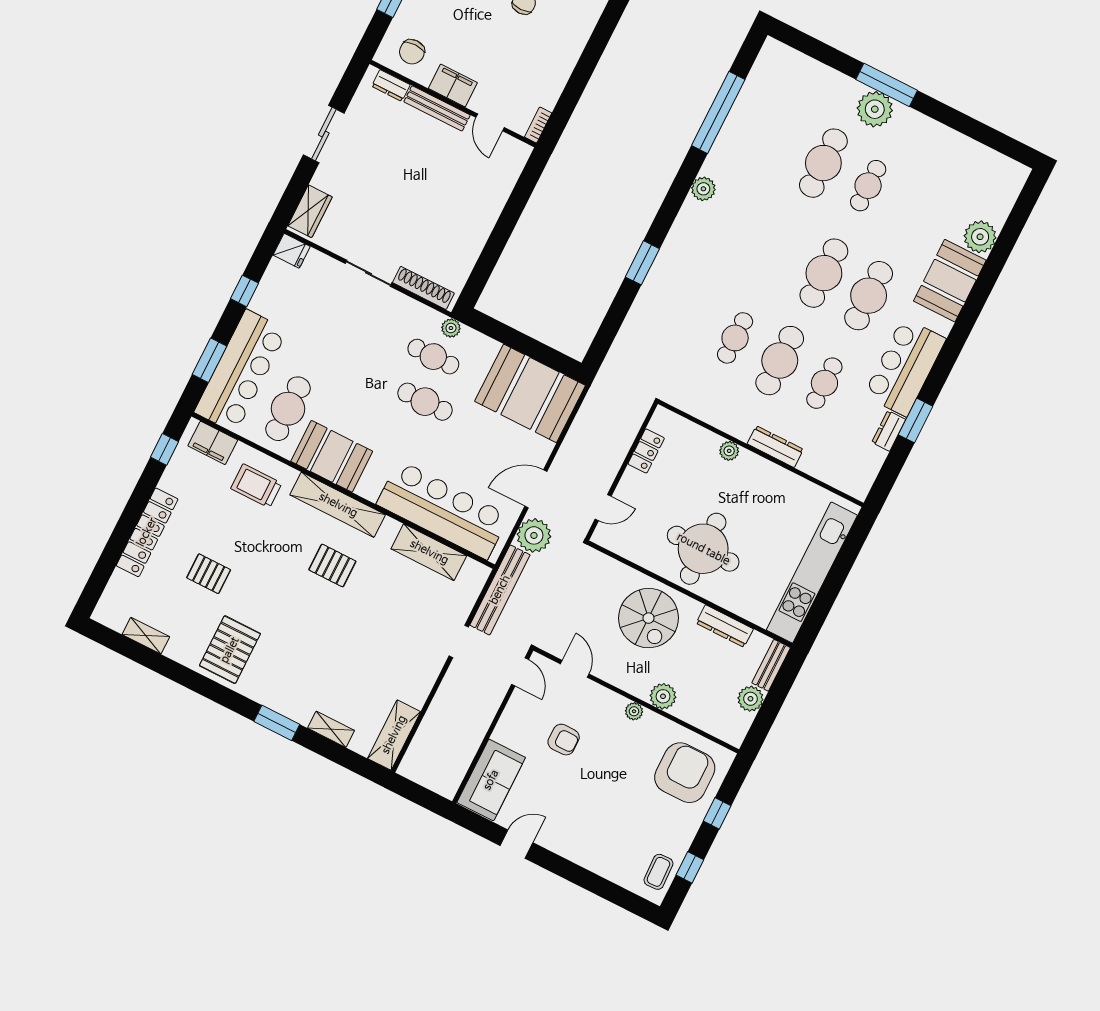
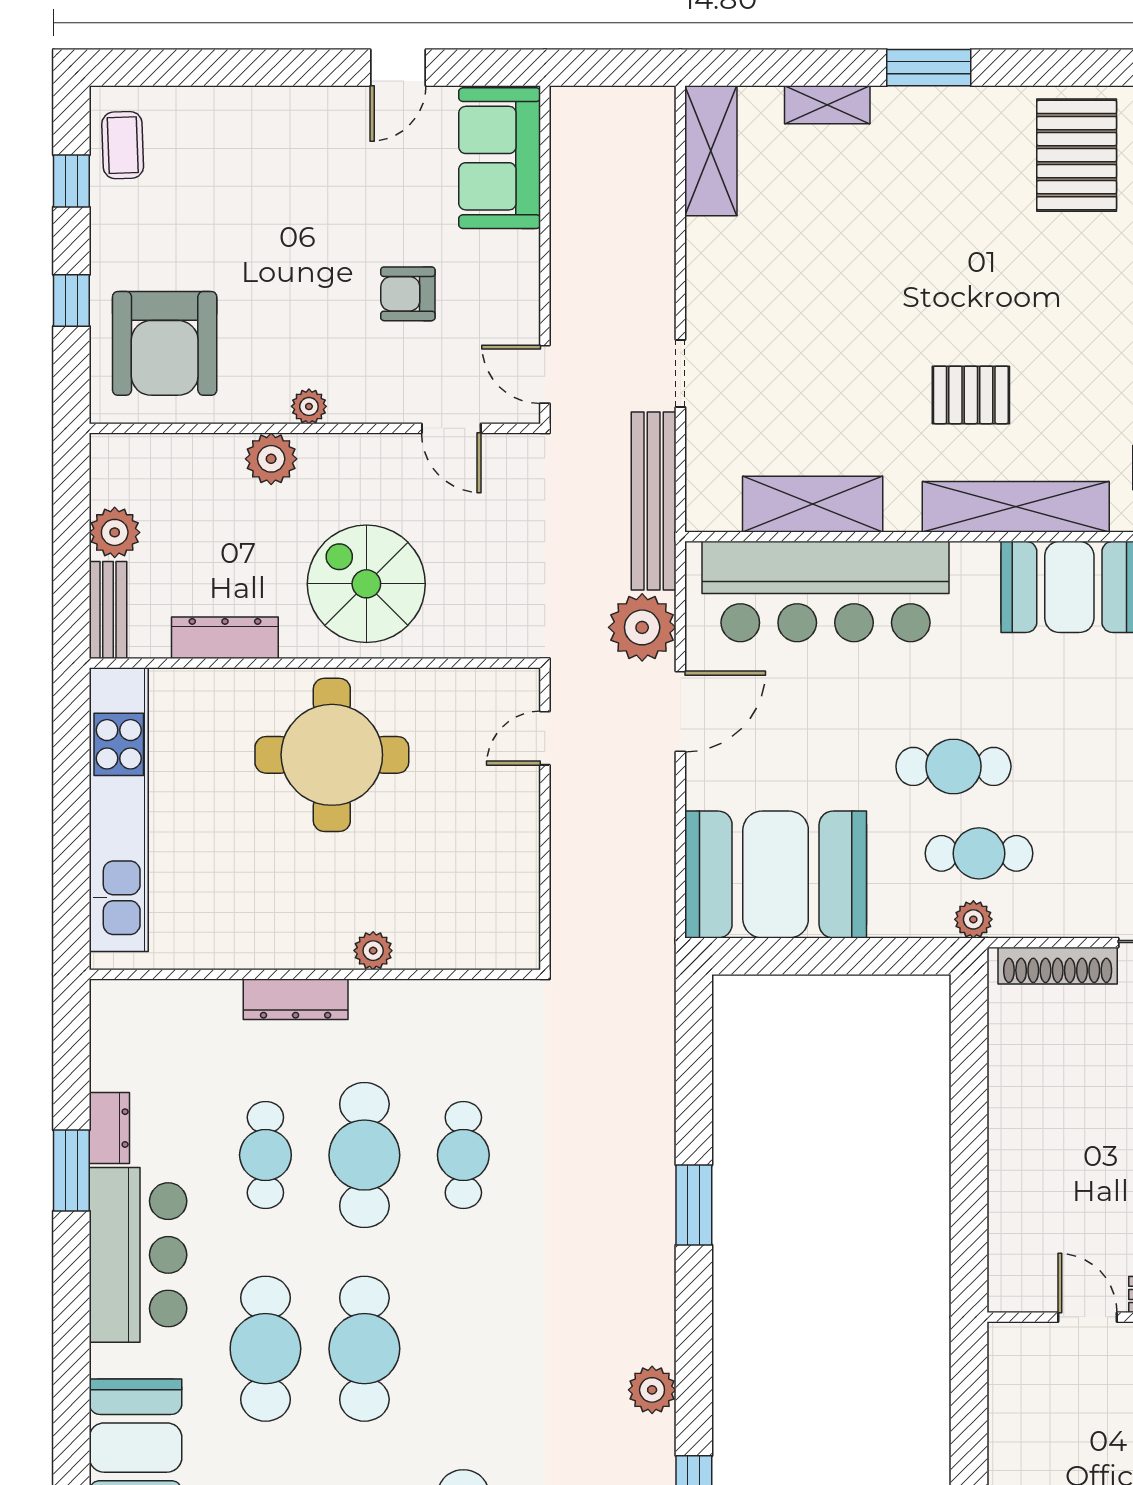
bookcase: (538, 125) -> (1000, 1355), removed
locker: (646, 451) -> (519, 876), removed

